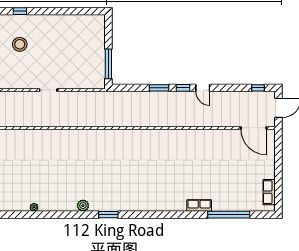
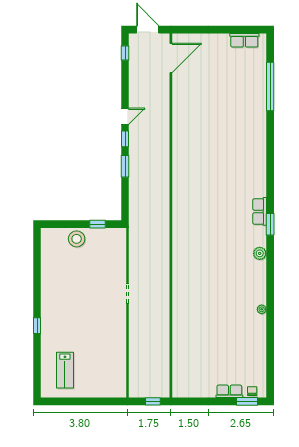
stool: (20, 44) -> (77, 239), moved
window: (108, 64) -> (98, 224), width x0.46
row of seats: (199, 205) -> (260, 211), moved

